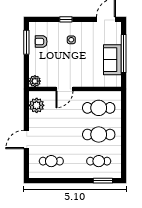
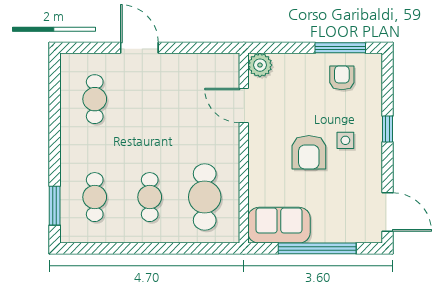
armchair: (77, 58) -> (309, 152), added
sofa: (112, 60) -> (279, 225), moved
door: (64, 89) -> (244, 105), moved
plant: (37, 105) -> (210, 69), removed
cafe table: (99, 134) -> (150, 197), width x0.73, depth x0.74

